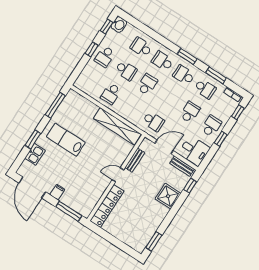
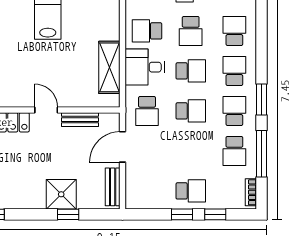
window: (216, 75) -> (261, 154), width x1.44
school desk: (190, 112) -> (191, 111), moved
window: (238, 112) -> (215, 214), moved
shelving: (117, 126) -> (109, 67), width x0.68
door: (164, 147) -> (122, 147), swing flipped
desk: (194, 151) -> (145, 67), moved, turned 90
window: (190, 186) -> (68, 214), moved

